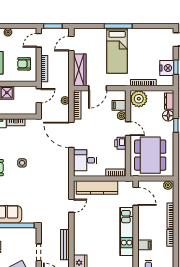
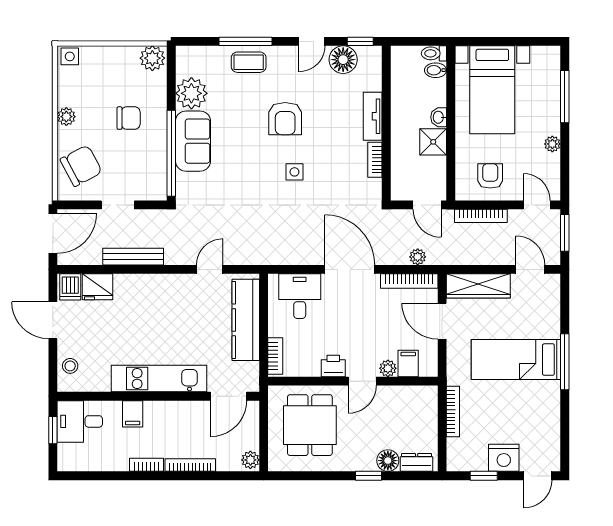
nightstand: (167, 68) -> (504, 458), moved
plant: (139, 99) -> (421, 402), removed
door: (71, 135) -> (350, 269), hinge flipped
dining table: (150, 155) -> (310, 425), width x0.73
door: (71, 206) -> (210, 269), swing flipped

